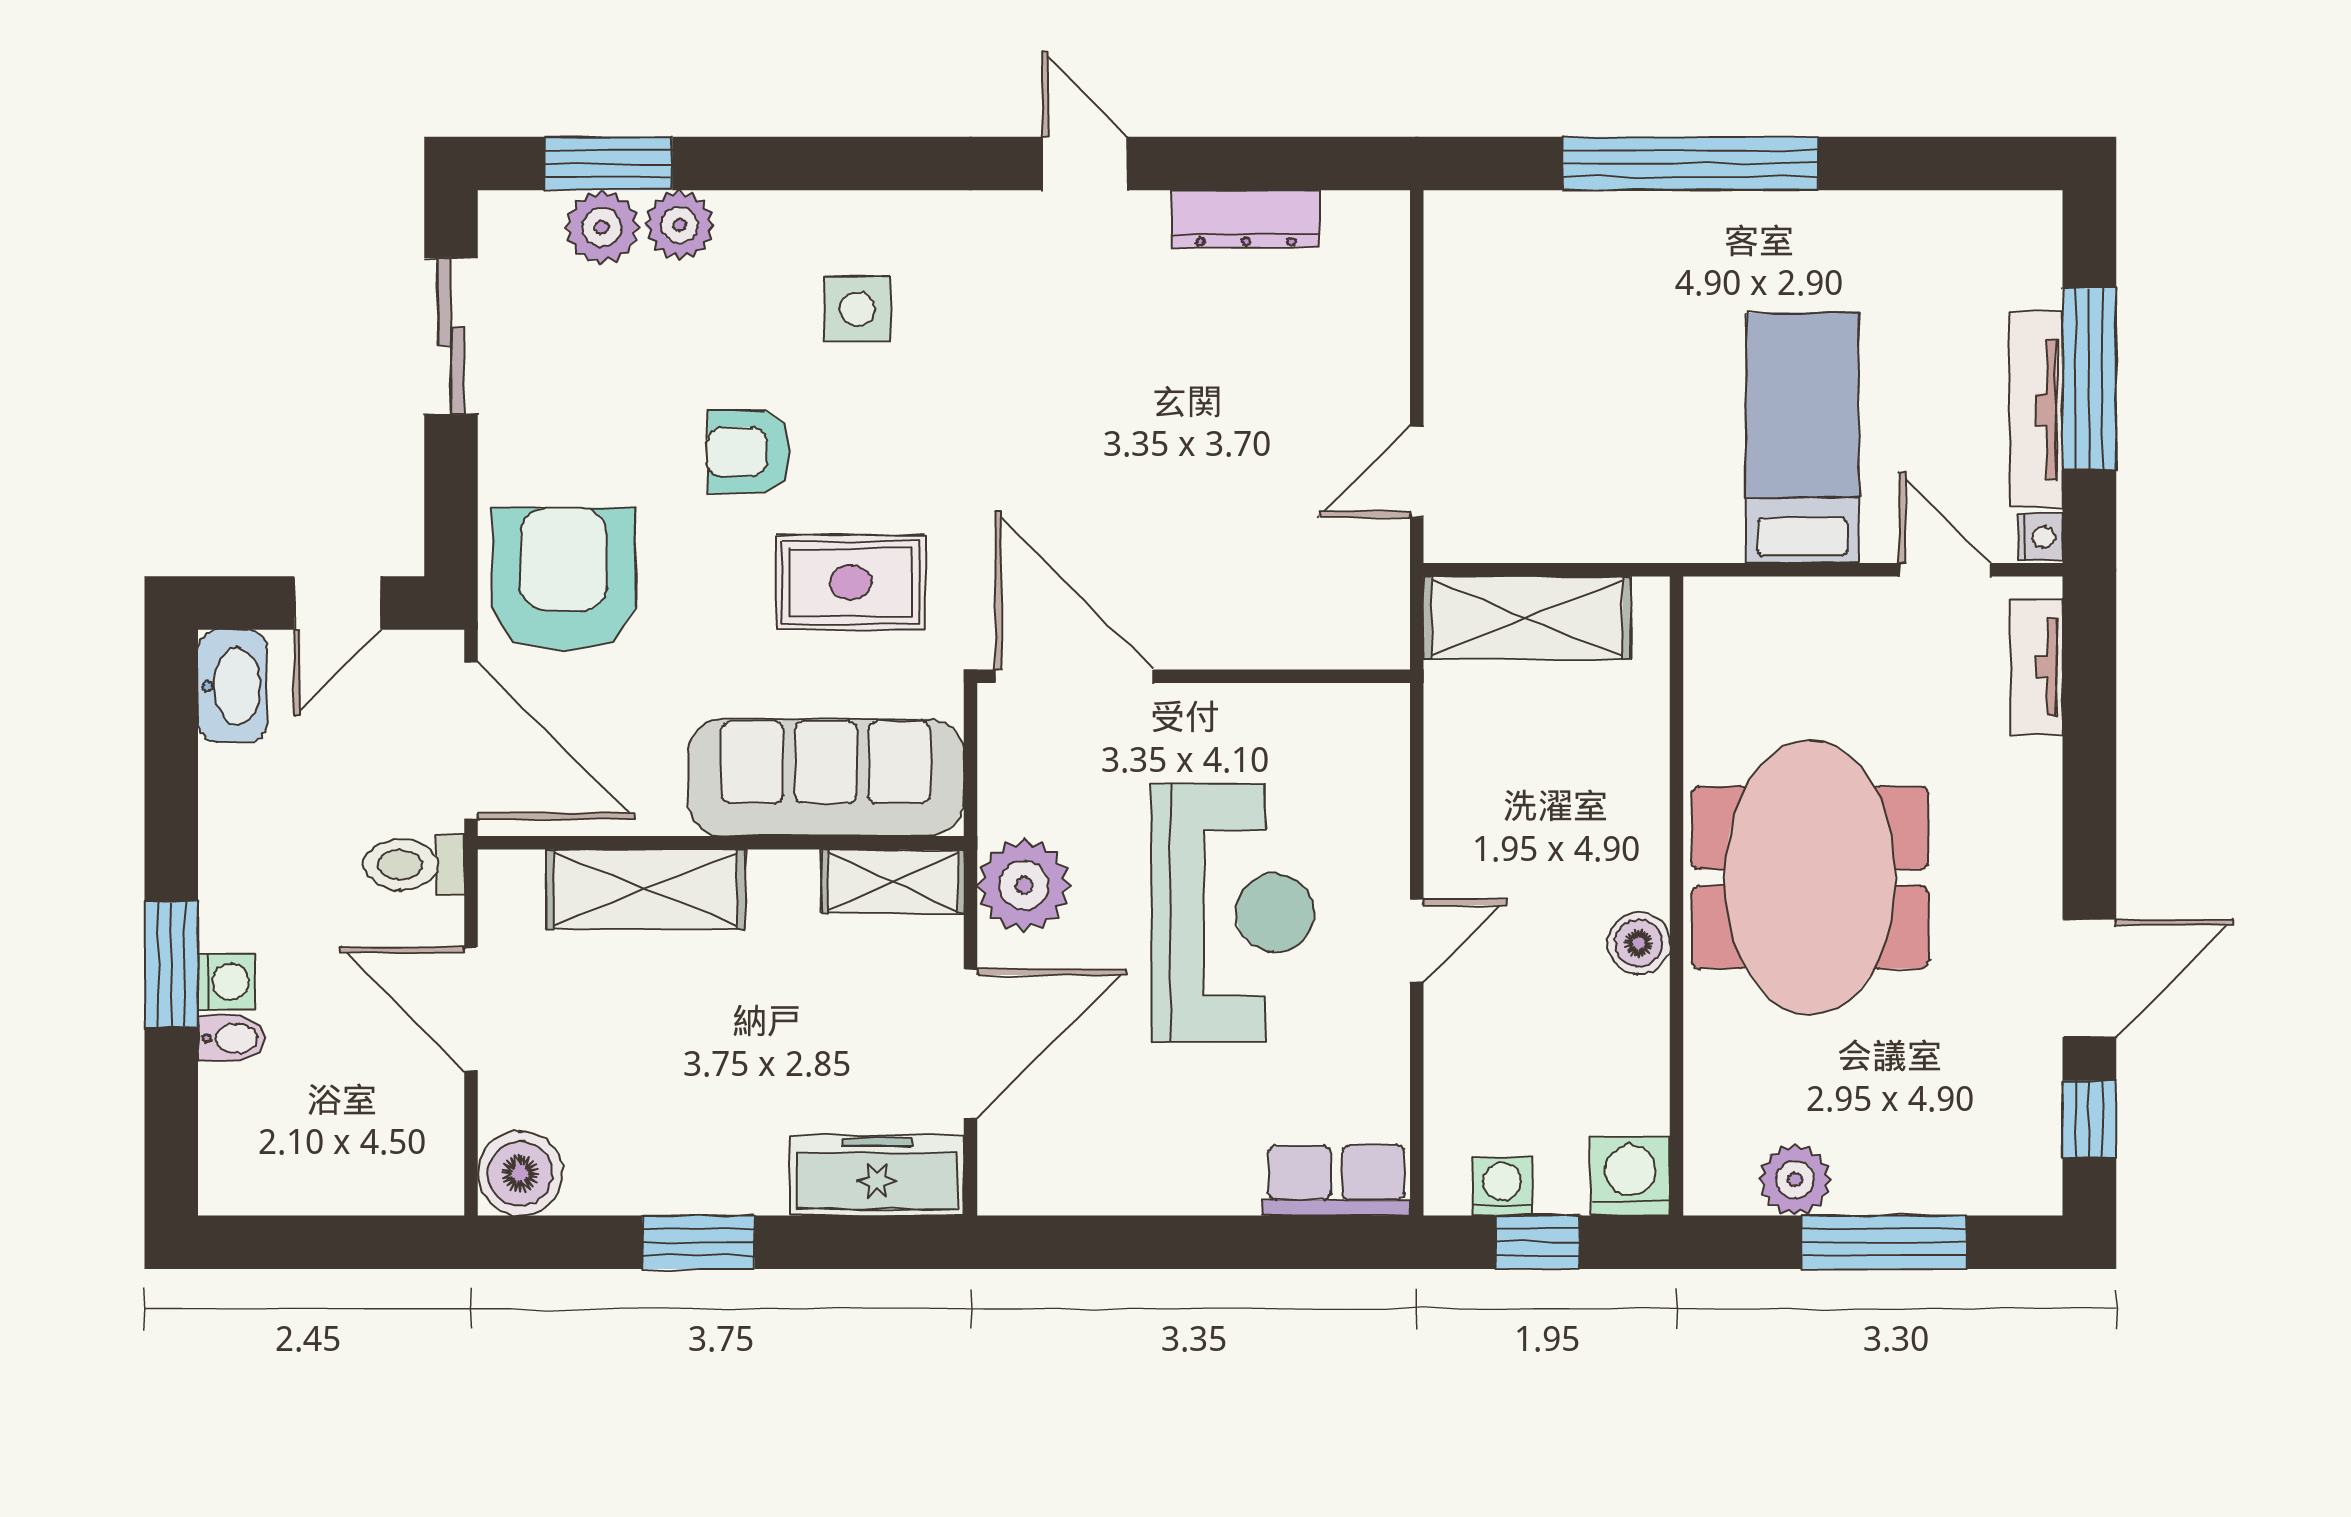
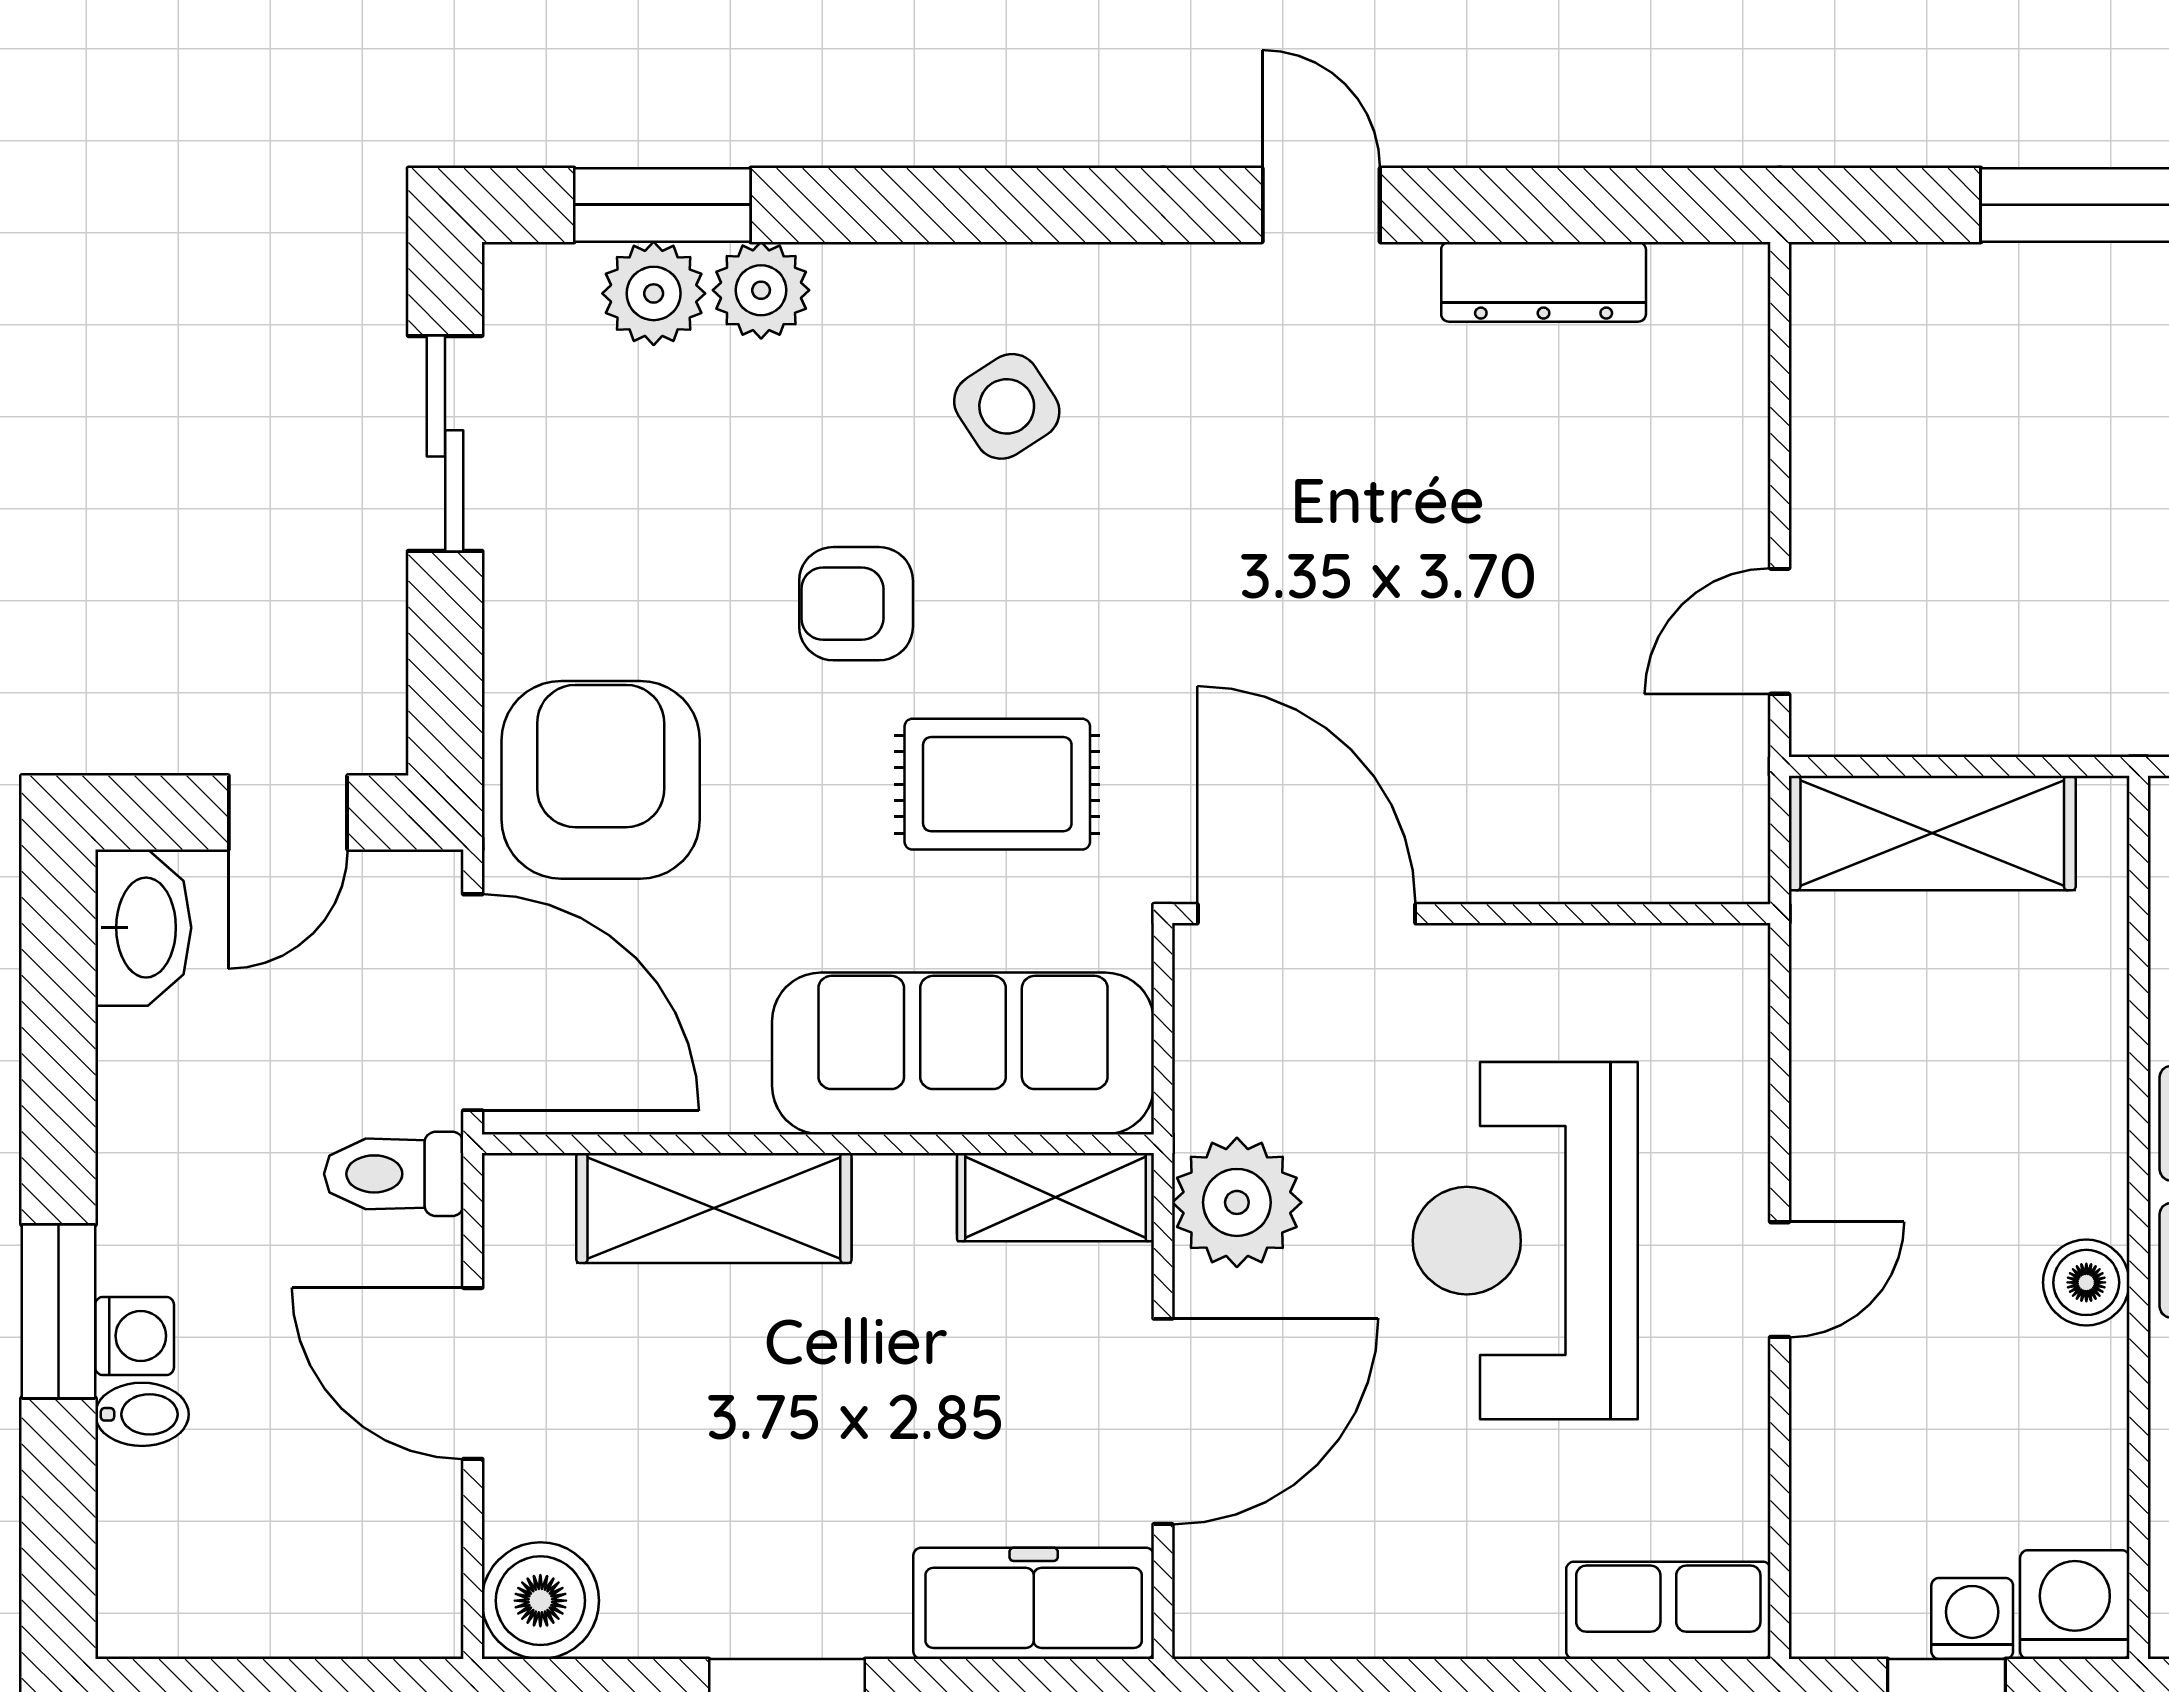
side table: (857, 309) -> (1007, 406), turned -33
reception desk: (1233, 913) -> (1525, 1241), turned 180
washing machine: (1502, 1186) -> (1972, 1618), moved

